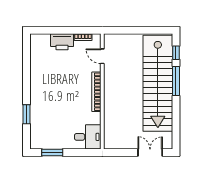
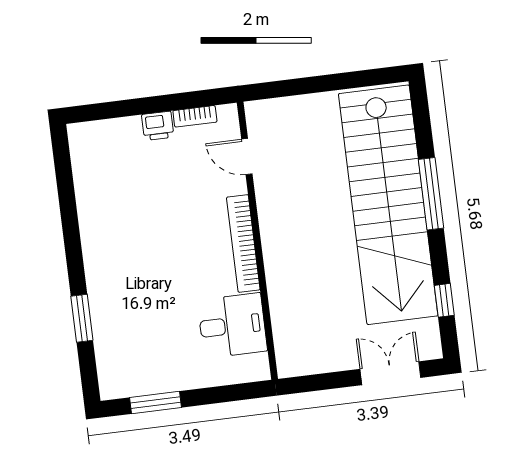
printer: (62, 42) -> (158, 126), width x0.53, depth x0.68
window: (176, 53) -> (444, 300), moved
desk: (88, 137) -> (232, 325), moved

